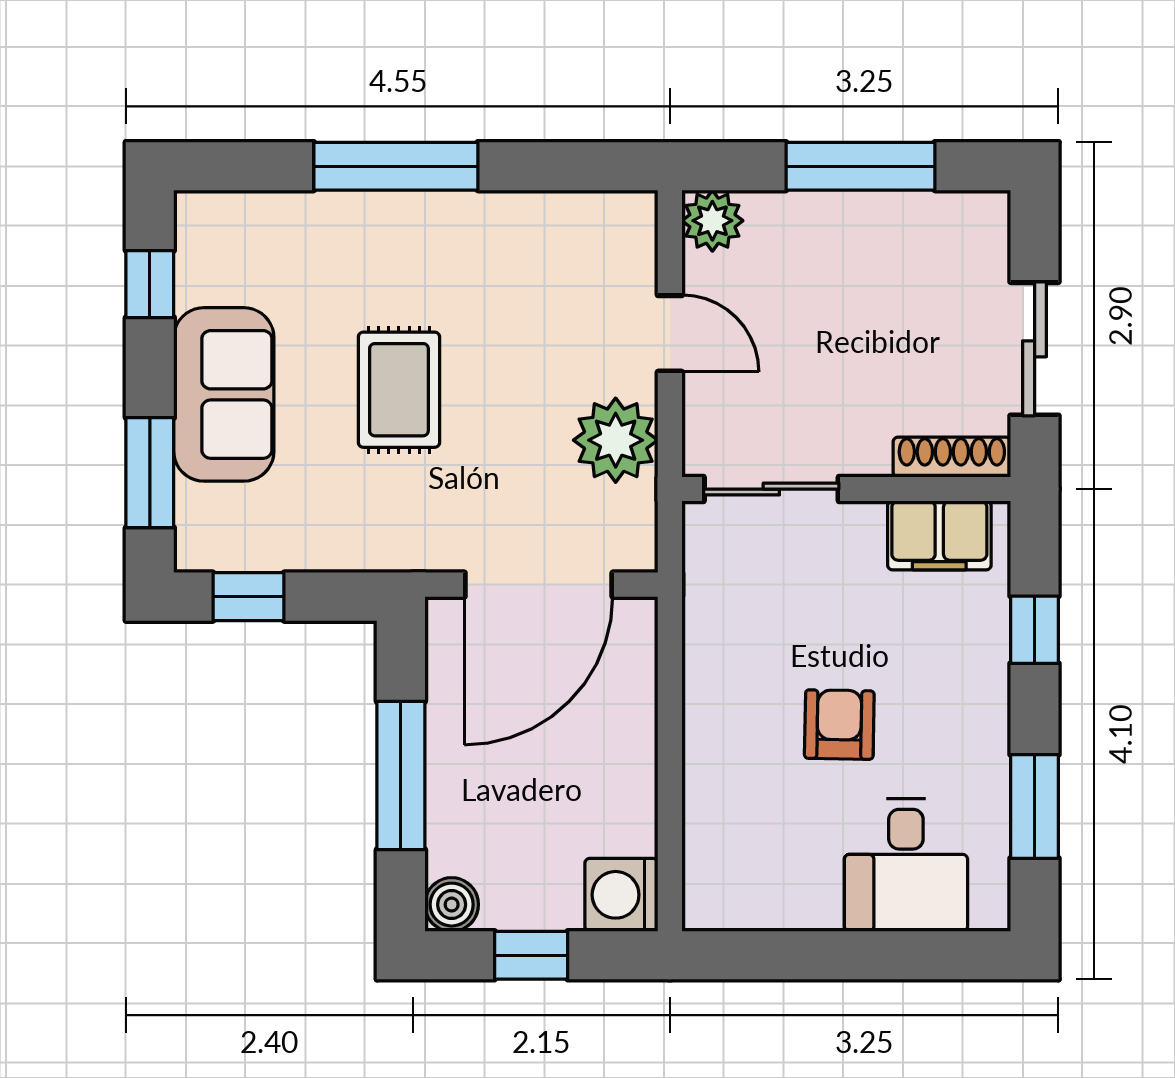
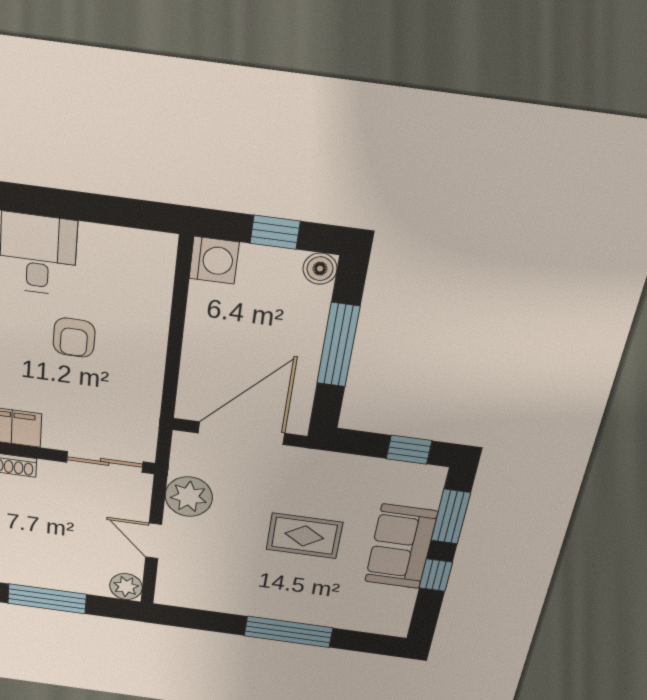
window: (150, 284) -> (436, 575), moved
rug: (399, 390) -> (304, 536), turned 90

